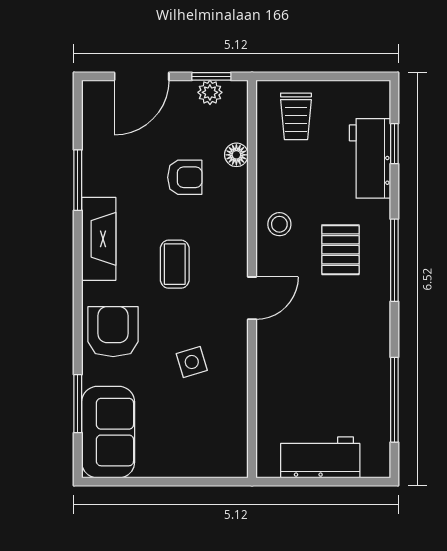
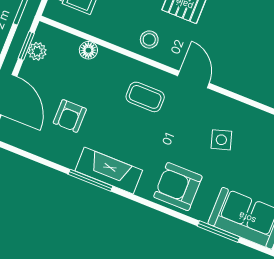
armchair: (185, 177) -> (70, 116), moved, turned 180
window: (78, 180) -> (90, 180), moved
coffee table: (175, 264) -> (145, 97), moved

